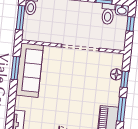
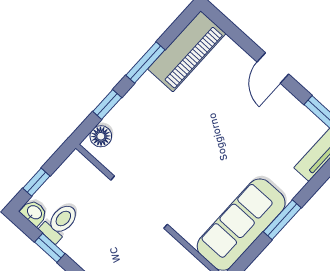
window: (15, 68) -> (282, 220), moved
floor lamp: (116, 74) -> (101, 136), moved

